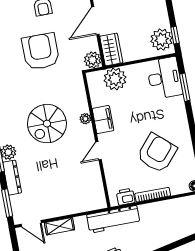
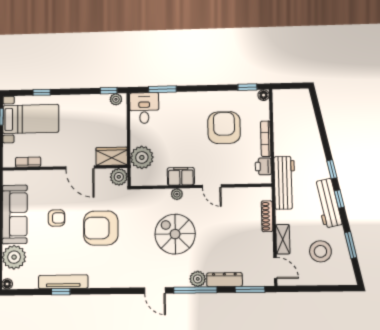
plant: (162, 40) -> (116, 99), width x0.53, depth x0.53
desk: (164, 78) -> (144, 108), width x0.73
spiral stairs: (47, 124) -> (175, 234), turned 180
armchair: (157, 153) -> (224, 128), turned 49
shoe rack: (79, 208) -> (267, 216), added
door: (31, 223) -> (275, 268), hinge flipped

